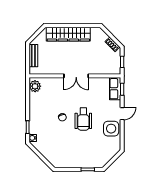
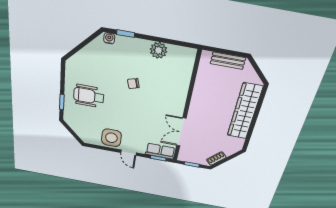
double door: (76, 76) -> (181, 132), moved
plant: (35, 86) -> (159, 50), moved
wheelchair: (83, 119) -> (89, 96), moved

